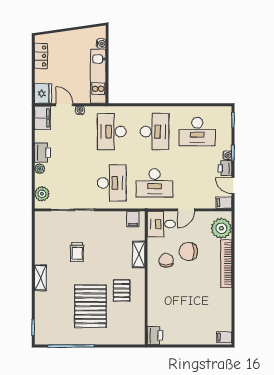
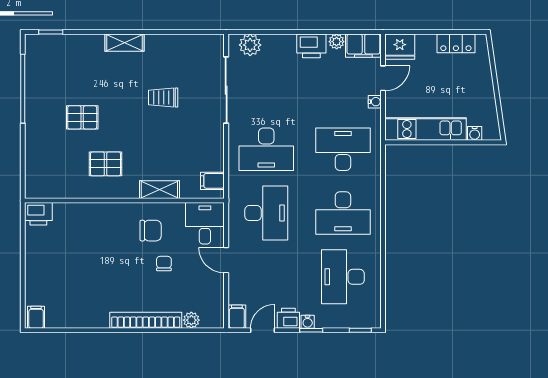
plant: (40, 169) -> (337, 42), moved
desk: (154, 183) -> (266, 213), turned 180
plant: (221, 228) -> (191, 320), width x0.53, depth x0.53
chair: (188, 251) -> (164, 264), width x0.54, depth x0.54
pallet: (90, 306) -> (82, 117), width x0.49, depth x0.50

